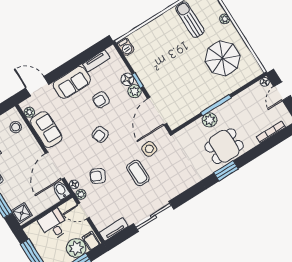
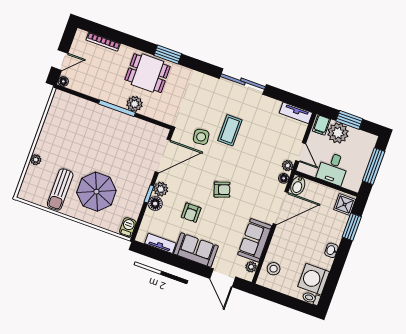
parasol: (223, 58) -> (96, 192), moved
armchair: (101, 100) -> (191, 213), turned 90
armchair: (98, 176) -> (260, 163), removed
sliding door: (153, 217) -> (243, 82), moved

